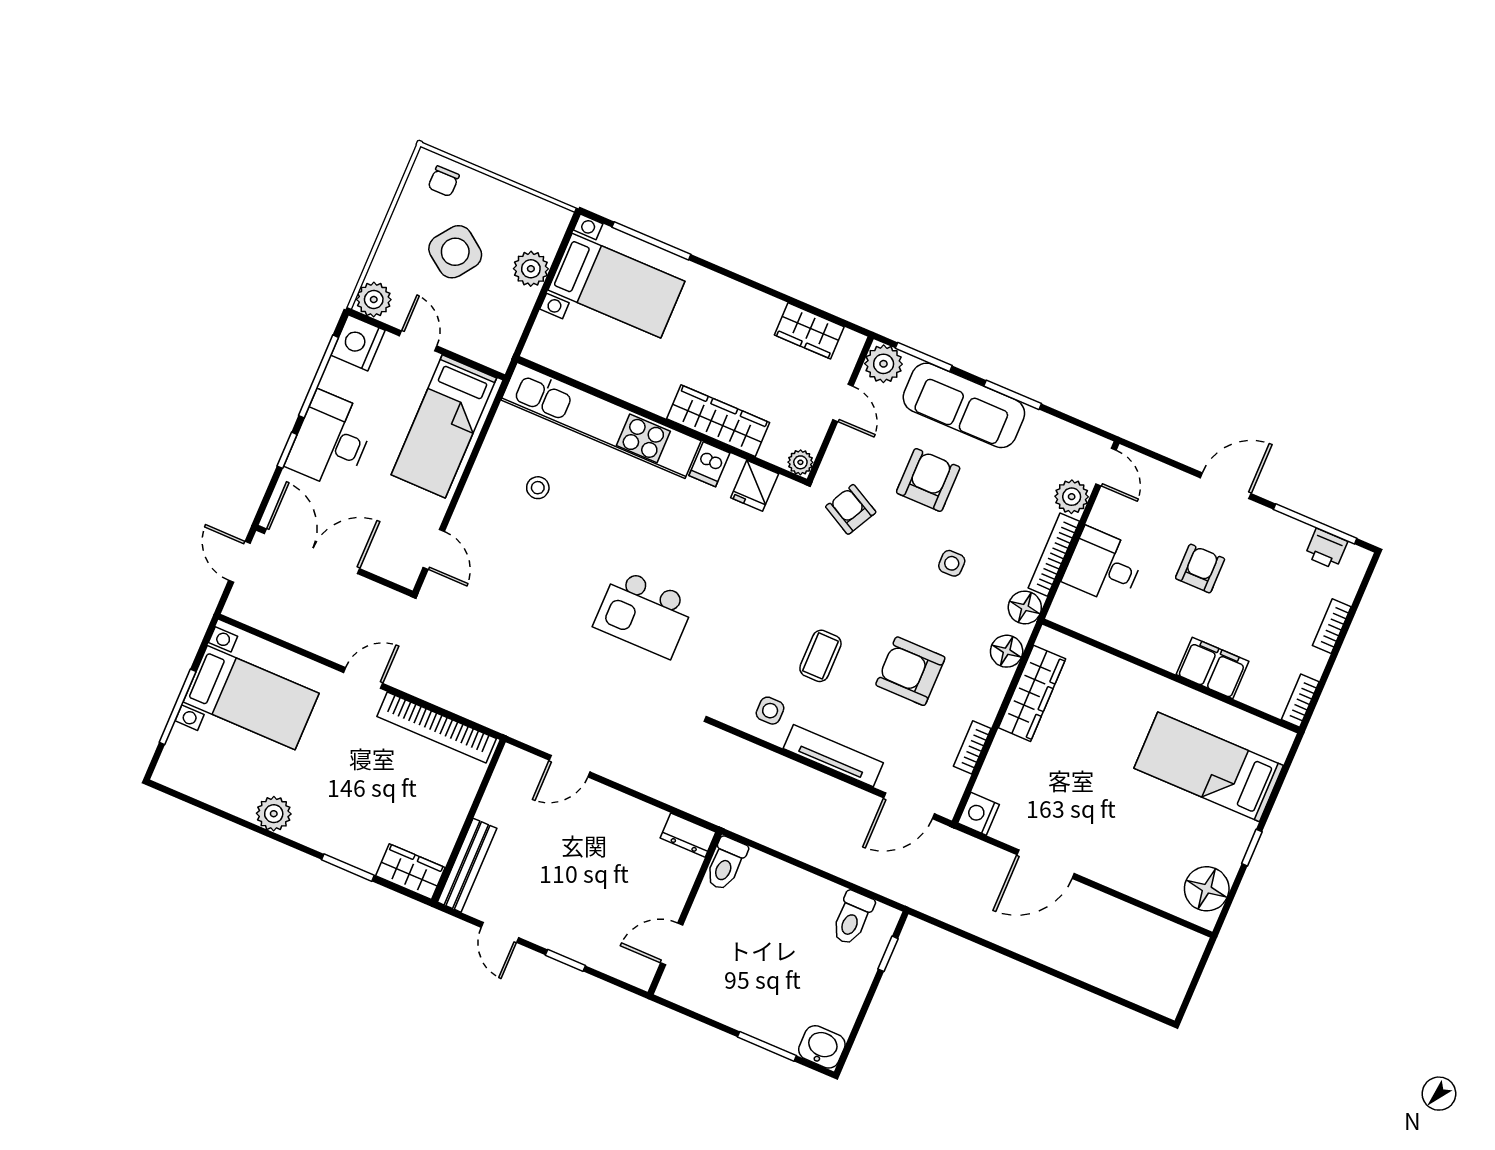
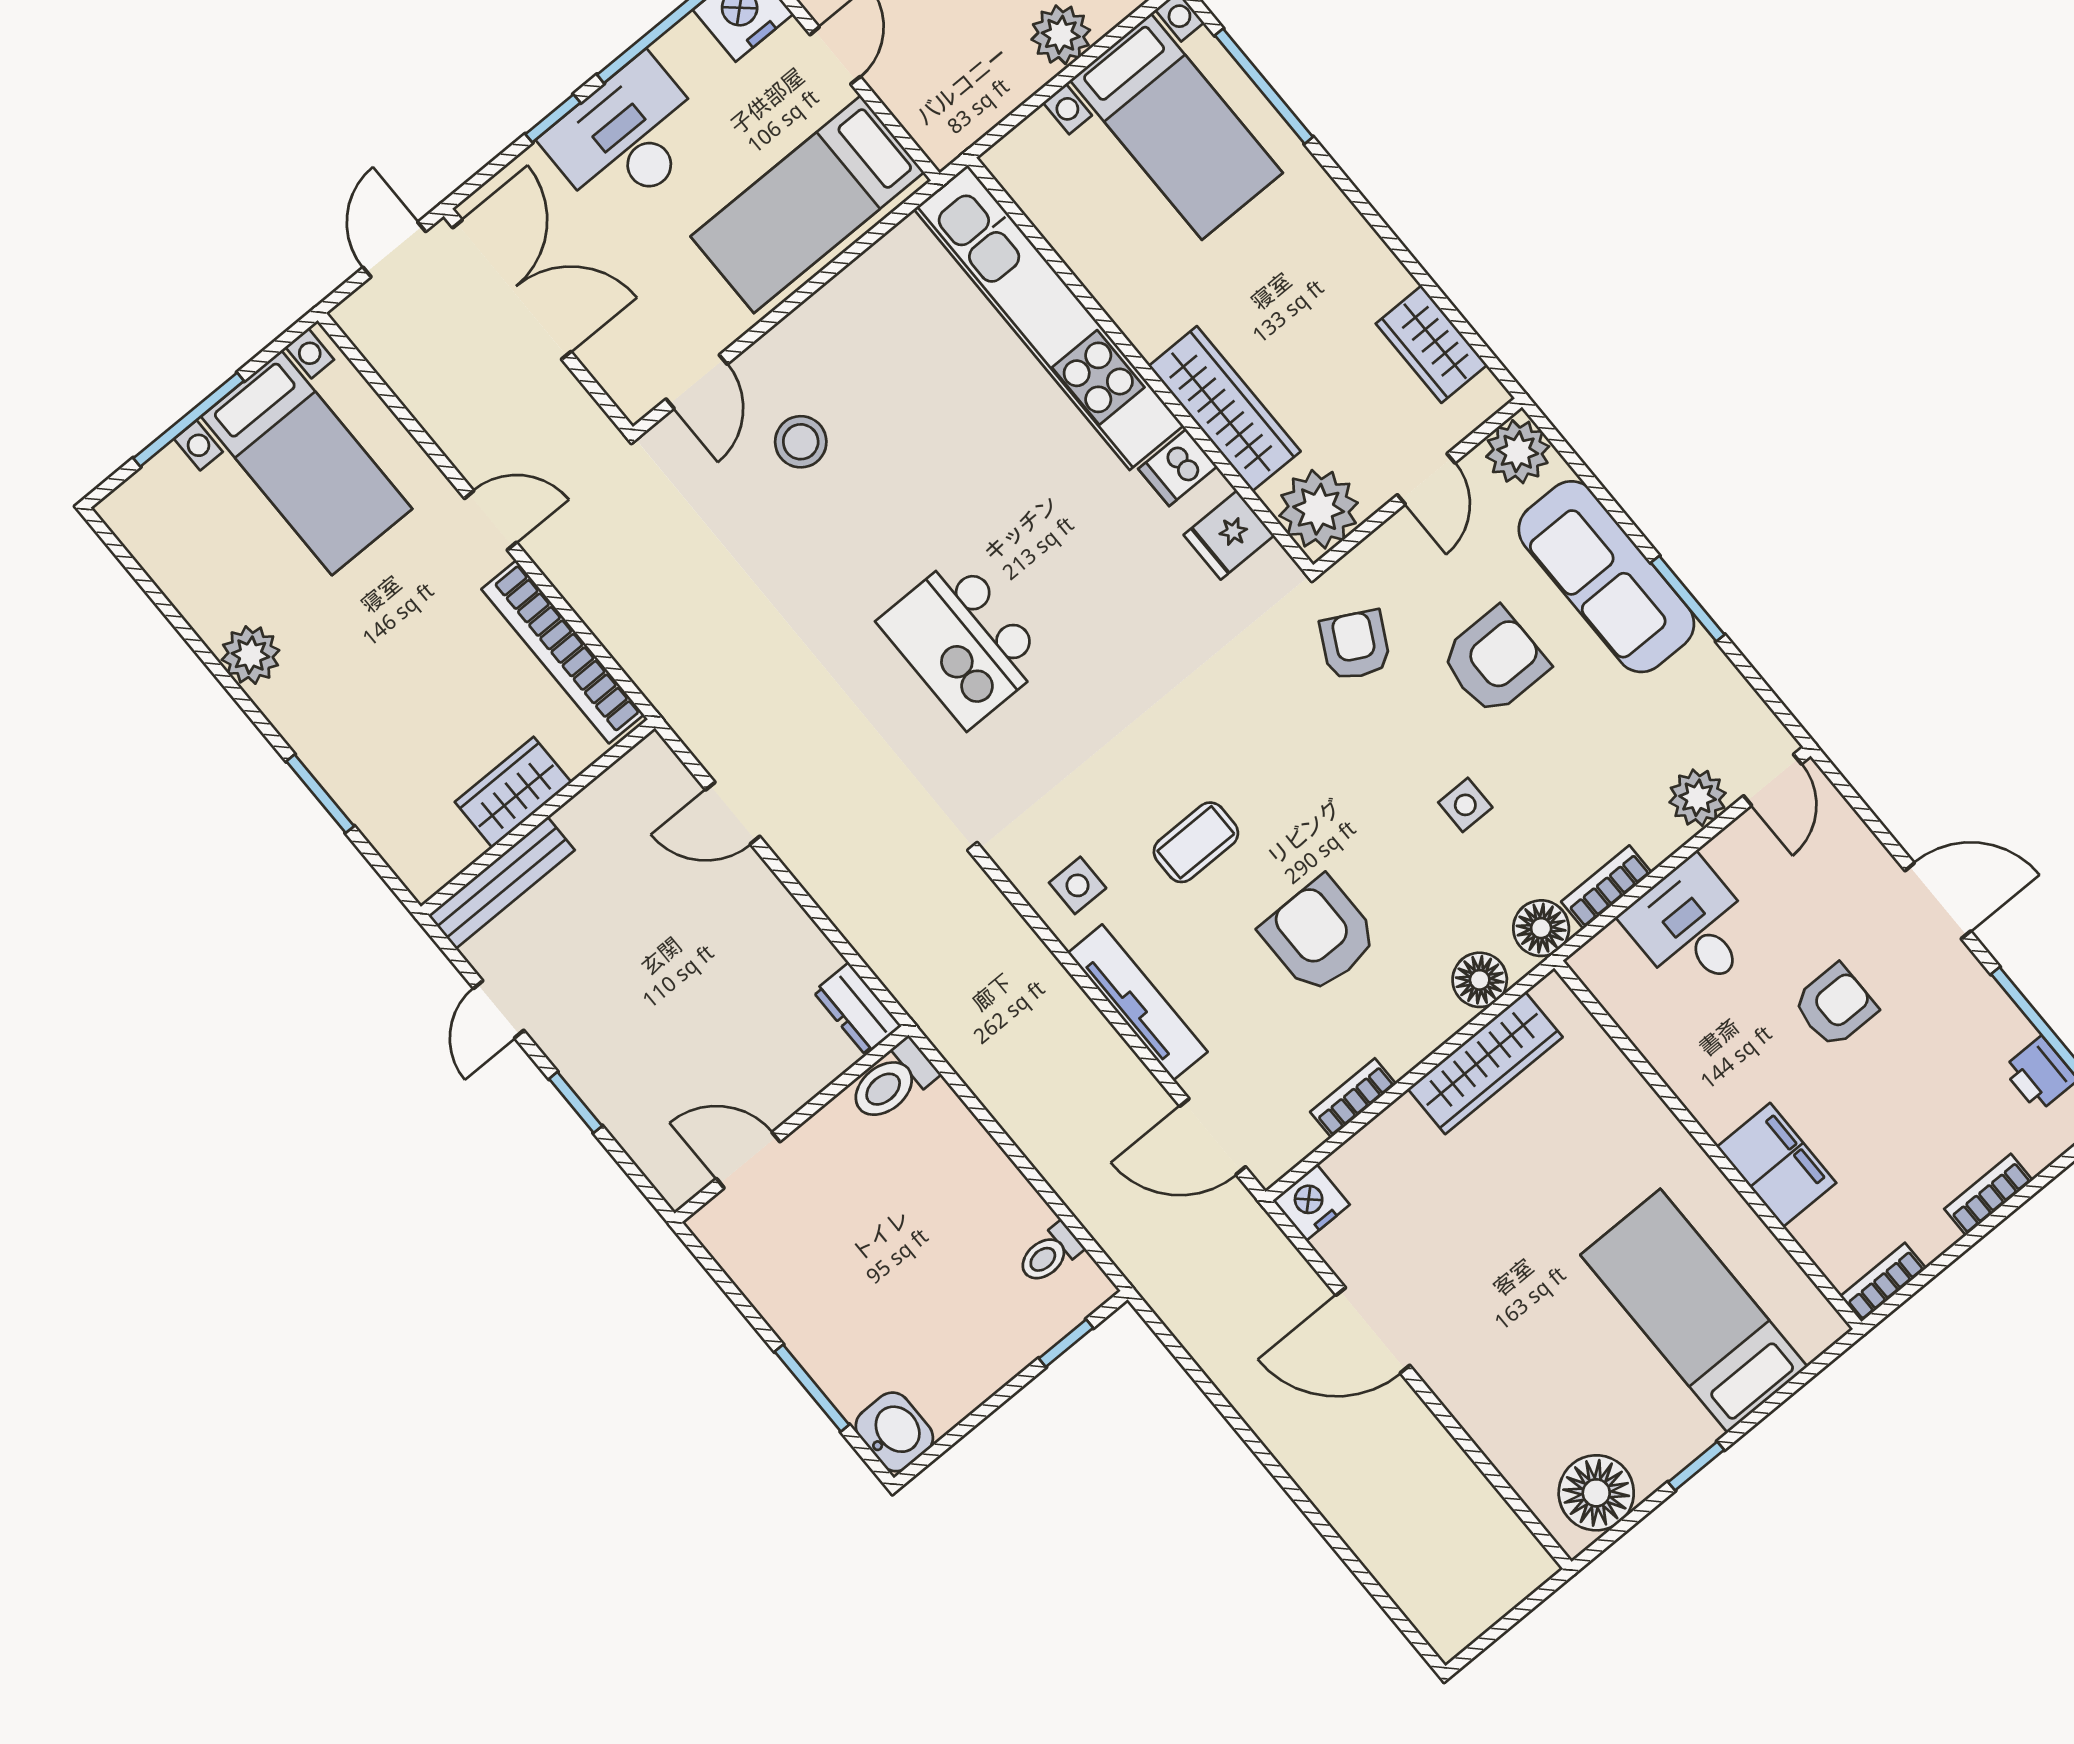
window: (924, 357) -> (1583, 473), removed
plant: (800, 462) -> (1319, 509), width x1.88, depth x1.88
stool: (538, 488) -> (801, 442), moved, width x1.37, depth x1.37
bookcase: (1054, 555) -> (1606, 887), width x0.64
wardrobe: (410, 872) -> (513, 792), moved, turned -90
toilet: (852, 918) -> (1050, 1254), width x0.73, depth x0.72

